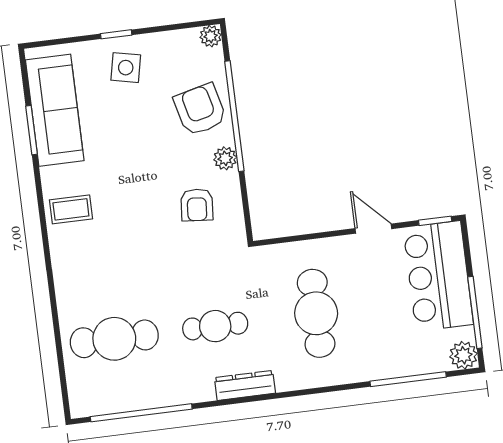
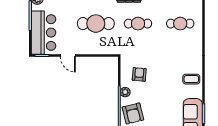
cafe table: (316, 313) -> (96, 24), turned 90
cafe table: (114, 339) -> (180, 24), width x0.73, depth x0.74

